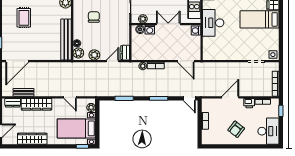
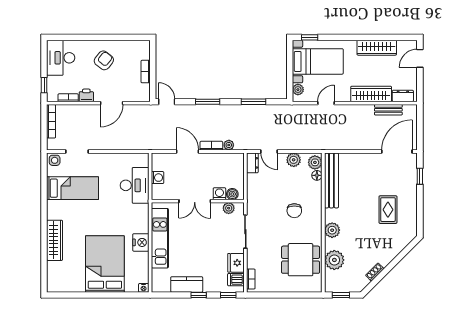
bed: (259, 19) -> (73, 188), moved
desk: (213, 23) -> (135, 185), moved
washing machine: (196, 31) -> (158, 178), moved
door: (113, 61) -> (269, 151), hinge flipped
door: (186, 61) -> (188, 151), moved
door: (70, 97) -> (326, 103), hinge flipped

